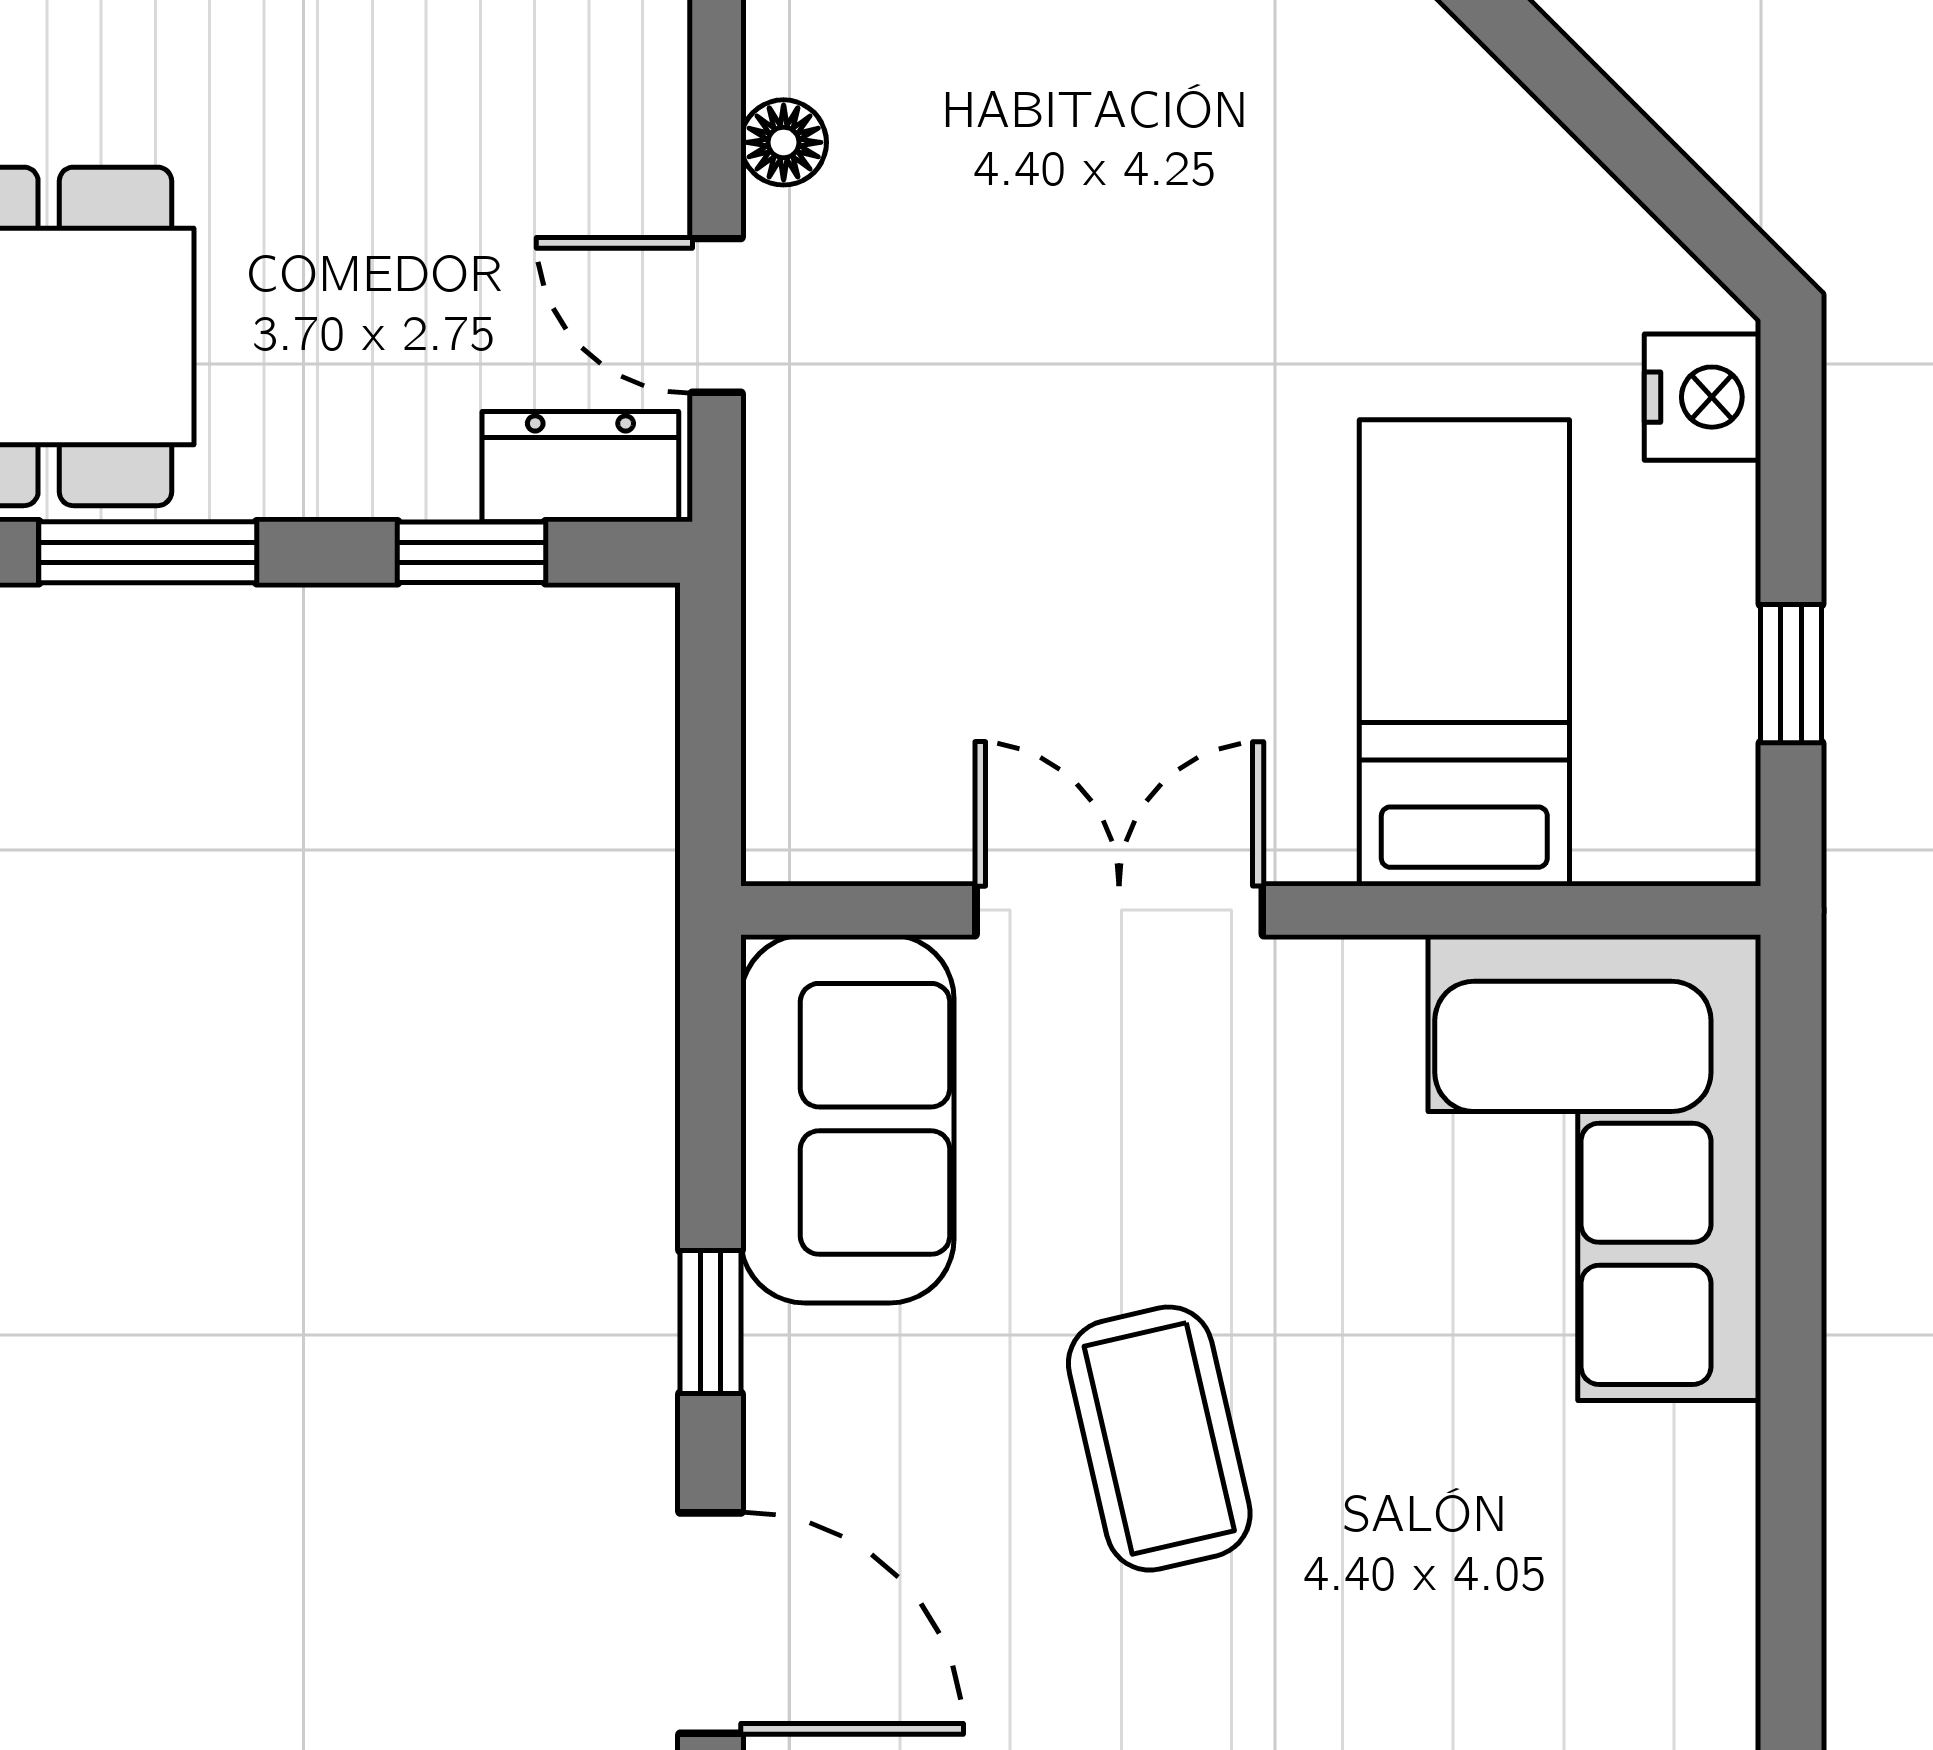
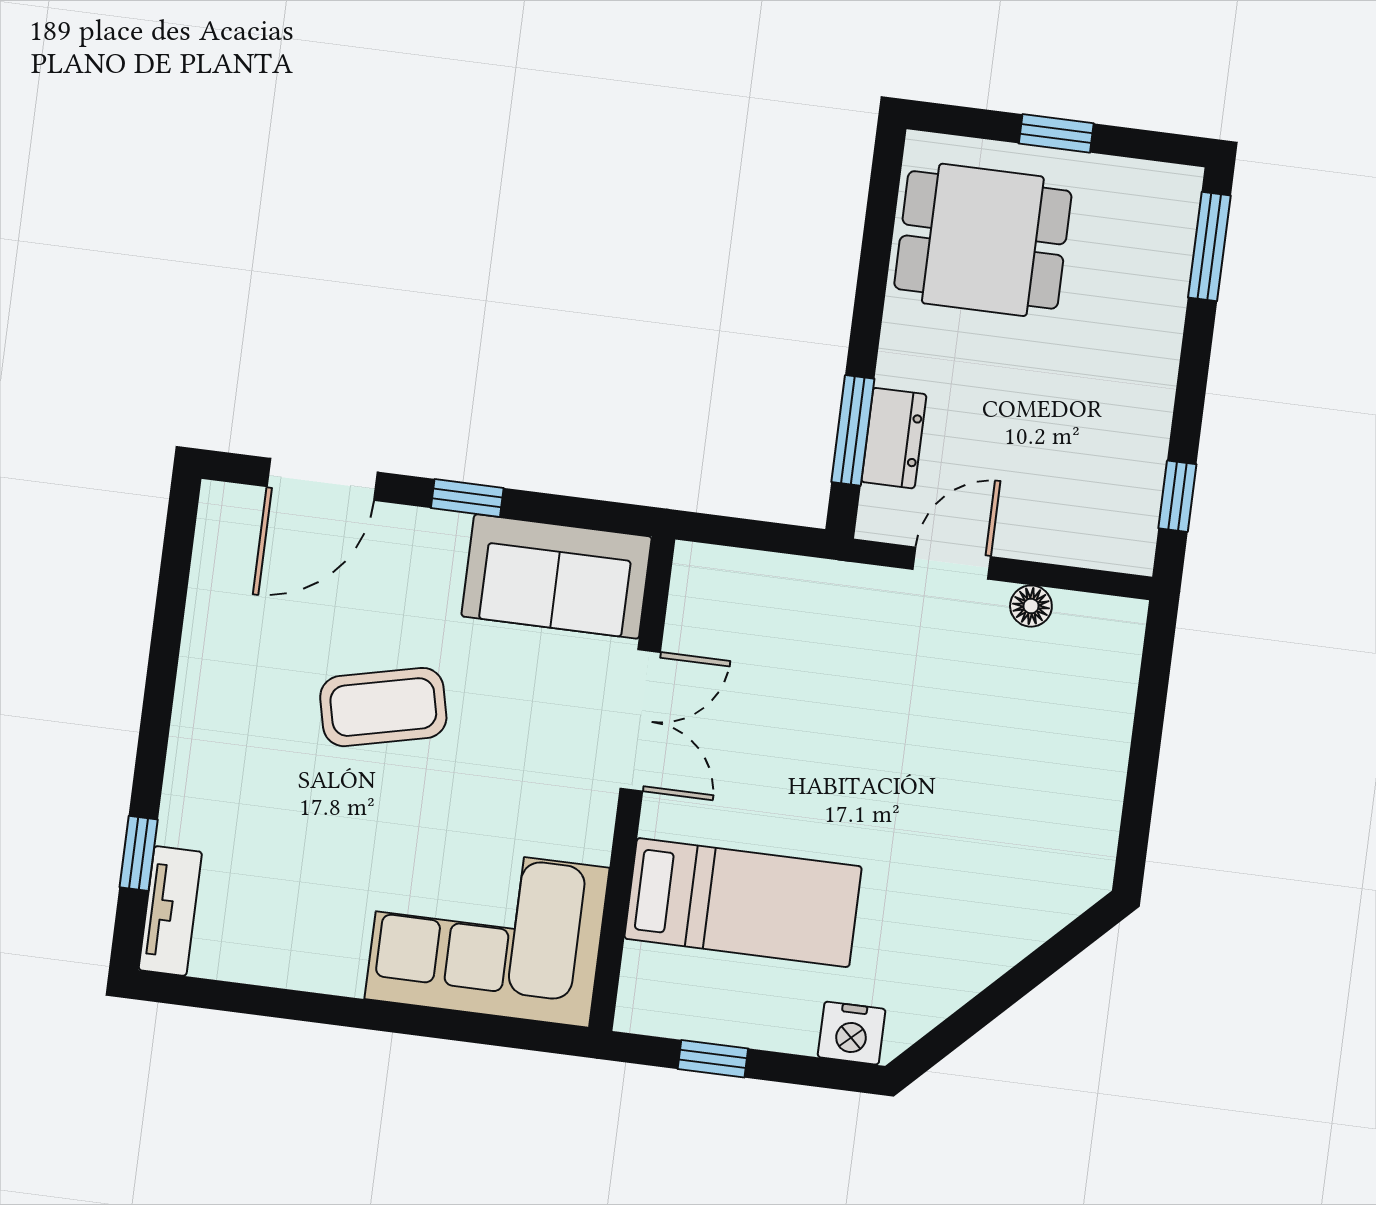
dresser: (580, 467) -> (894, 438), moved
window: (148, 552) -> (873, 274), removed
window: (472, 552) -> (853, 430), width x1.50

